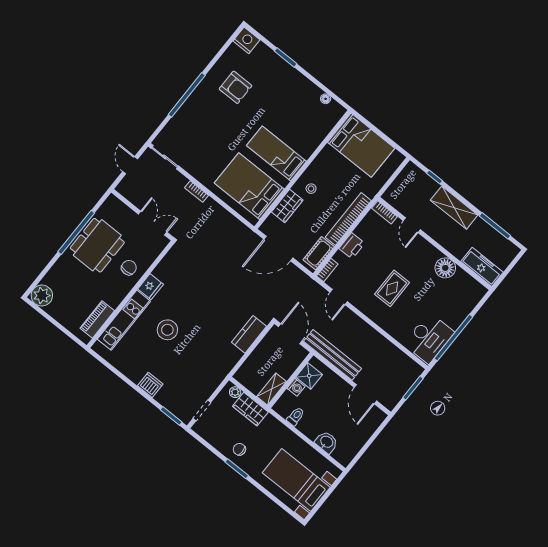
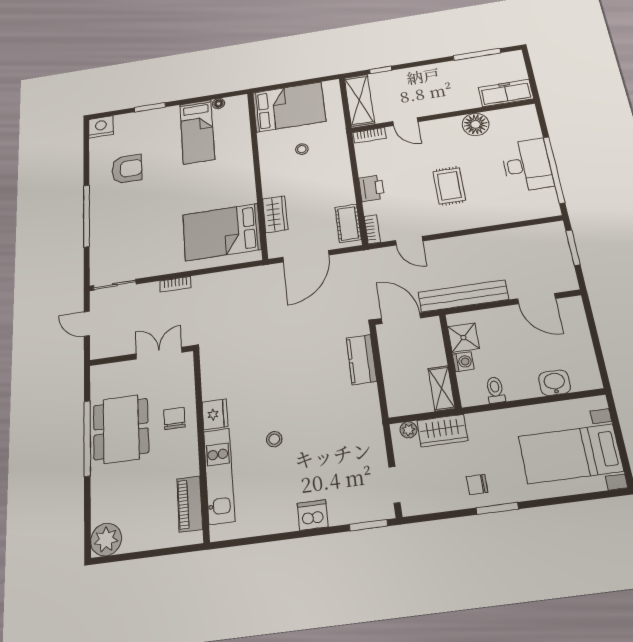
bed: (277, 154) -> (197, 132), moved, turned -90
stool: (311, 189) -> (302, 149), moved
shelving: (454, 208) -> (359, 100), moved, turned 90
bookcase: (348, 219) -> (343, 171), removed
stool: (167, 330) -> (274, 439), width x0.53, depth x0.53
desk: (429, 338) -> (527, 165), moved

